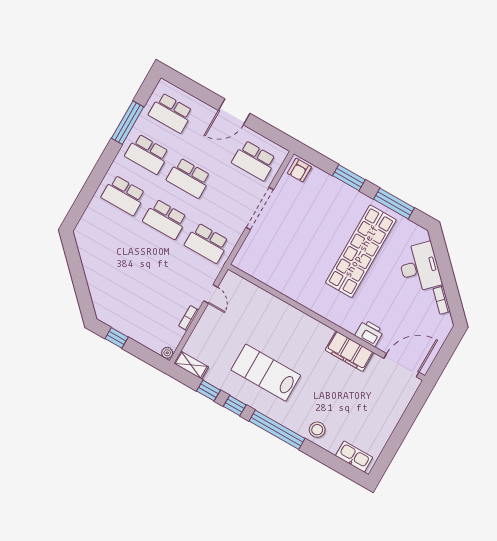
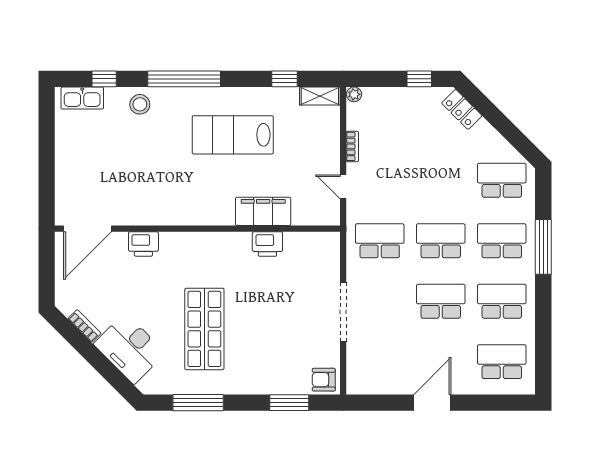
window: (128, 123) -> (543, 247), moved
school desk: (254, 160) -> (502, 180), moved
armchair: (299, 170) -> (324, 380), turned -90
window: (349, 178) -> (289, 403), moved
shop shelf: (361, 251) -> (204, 329), width x0.71
printer: (285, 285) -> (267, 244), added
locker: (100, 300) -> (462, 109), added
filing cabinet: (349, 351) -> (263, 211), moved
lab bench: (266, 373) -> (233, 135), turned 180
window: (235, 406) -> (104, 79), moved

